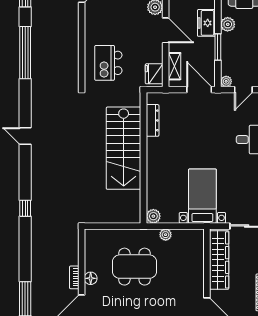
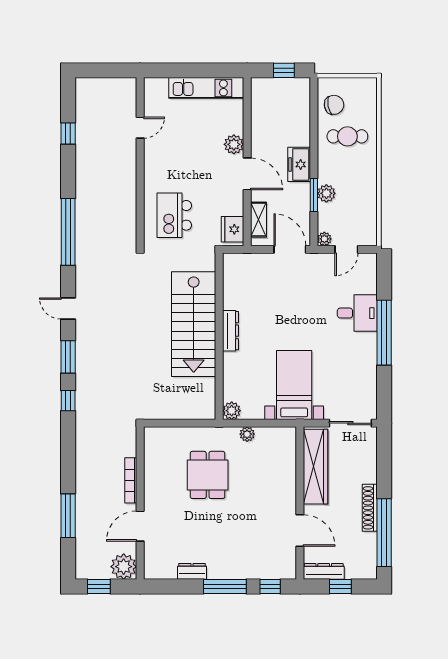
plant: (228, 24) -> (326, 193), moved
window: (25, 53) -> (68, 232), moved
dresser: (153, 120) -> (231, 331), moved
window: (25, 174) -> (68, 357), added
dining table: (135, 267) -> (208, 475), width x0.73
bookcase: (74, 277) -> (131, 480), width x1.56
floor lamp: (91, 278) -> (152, 490), removed

